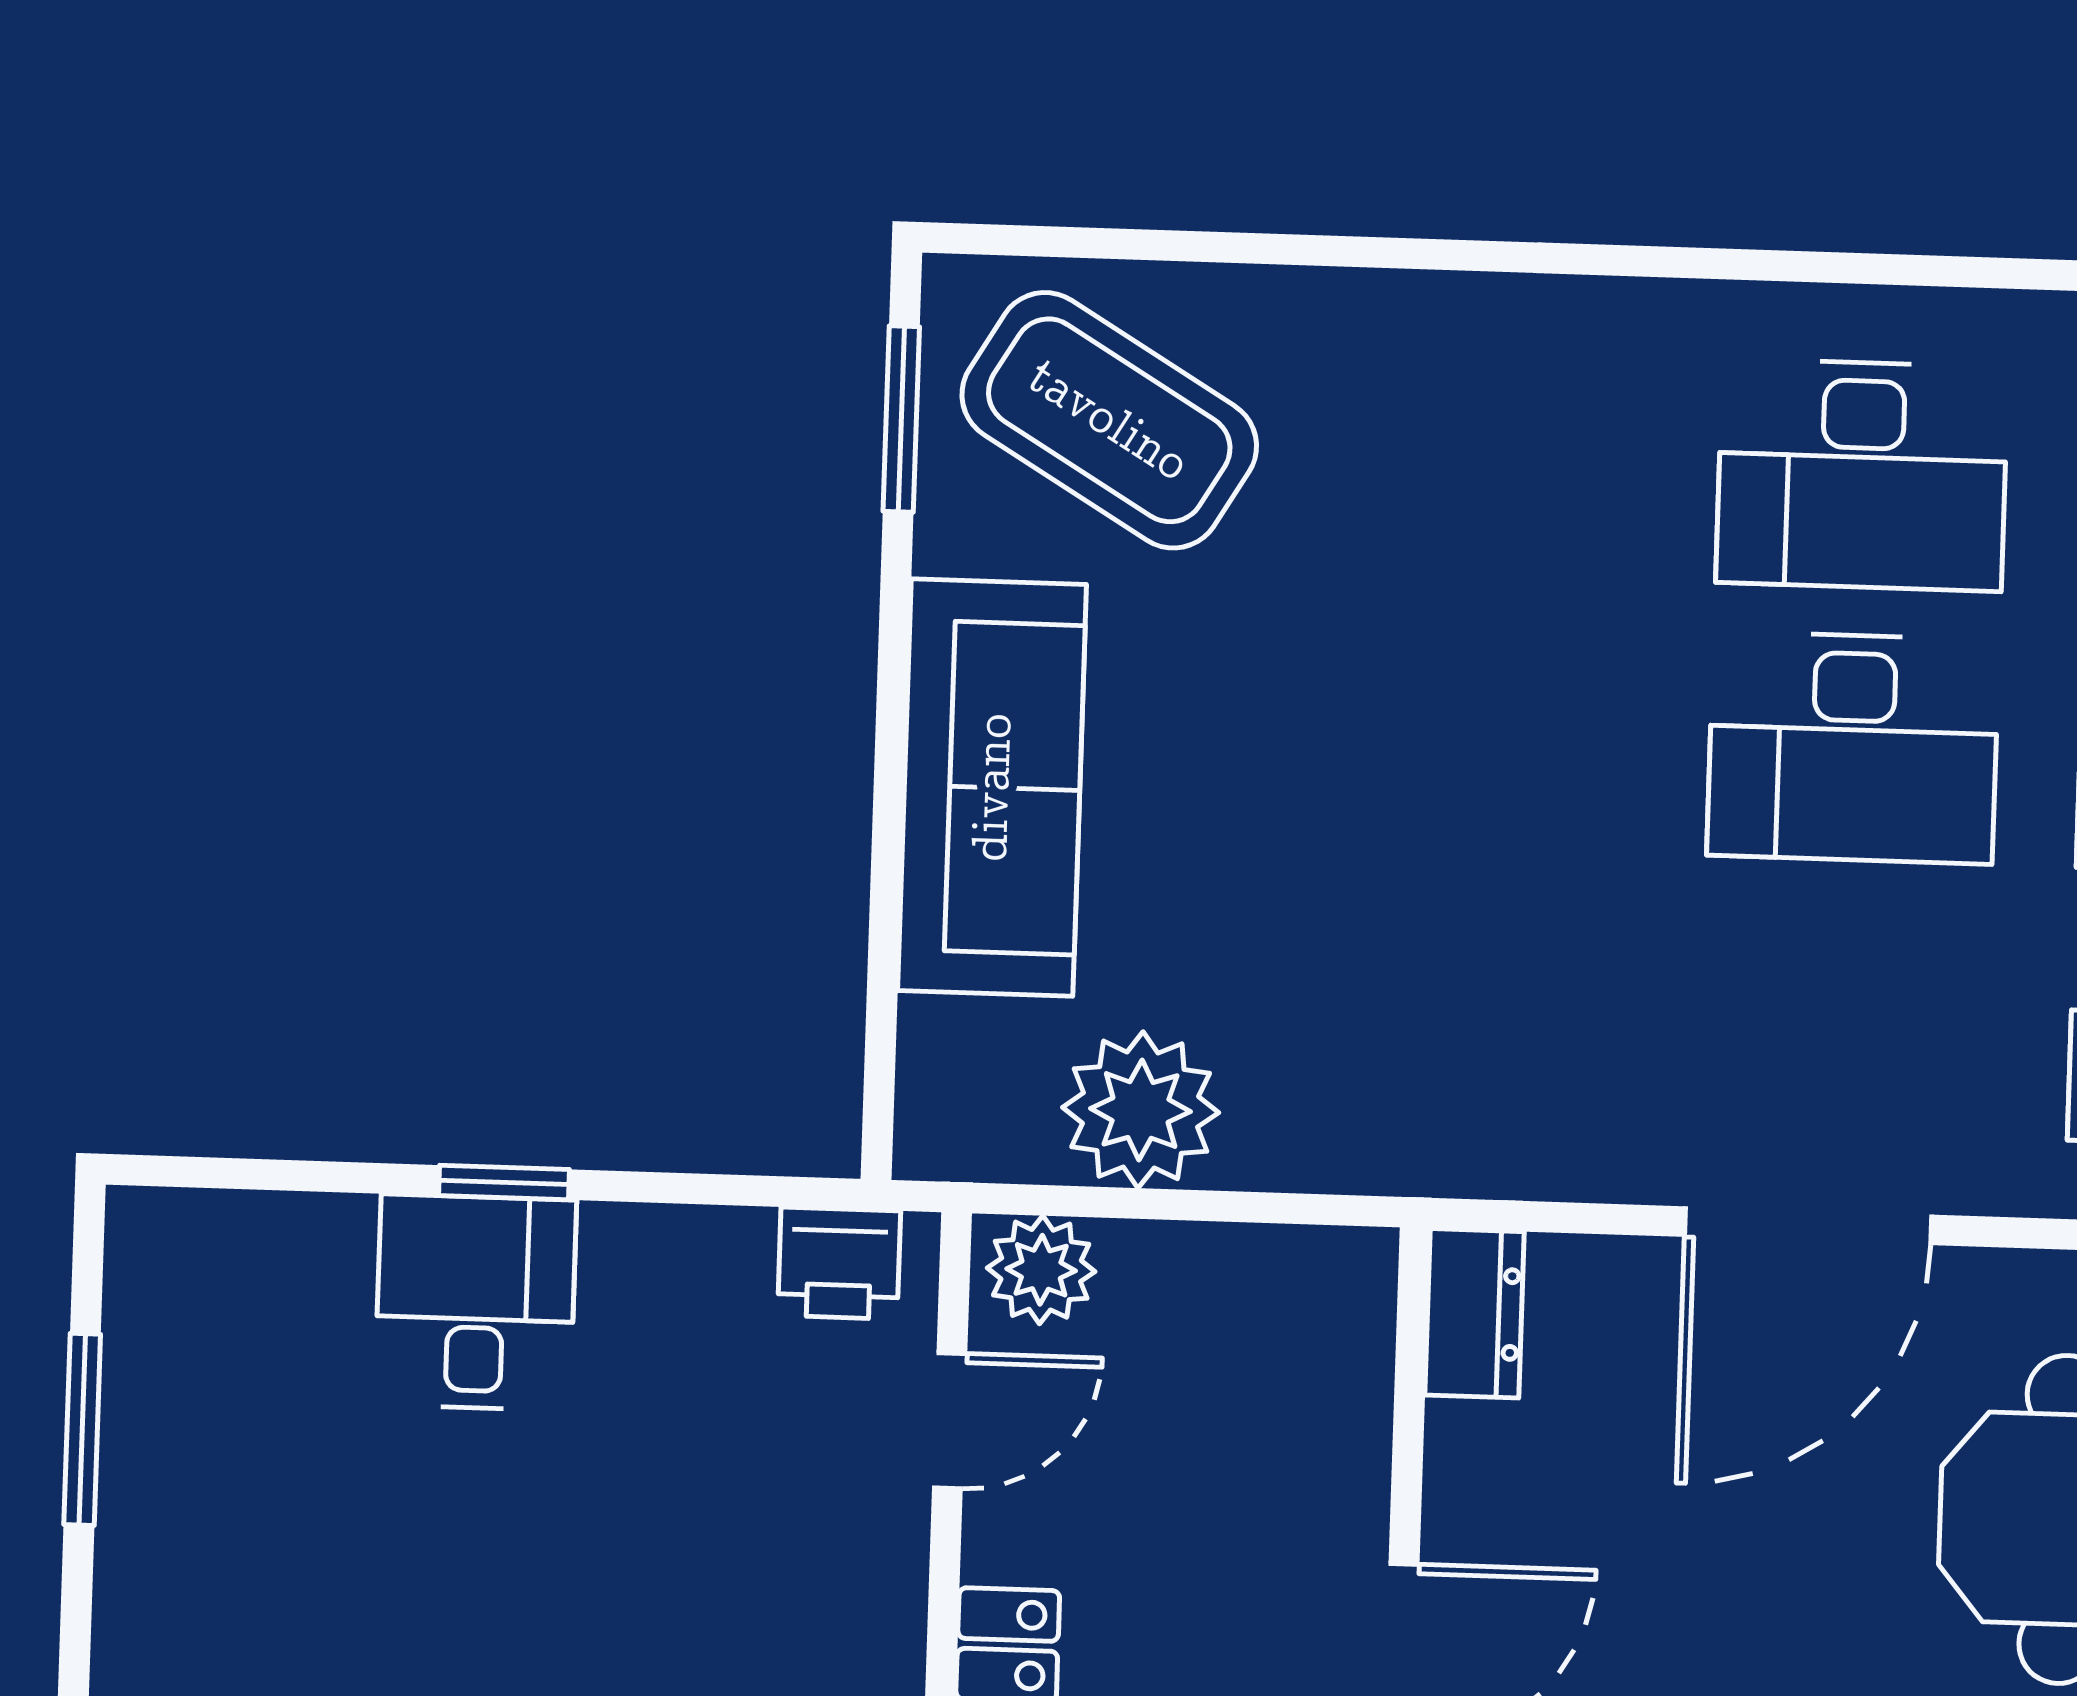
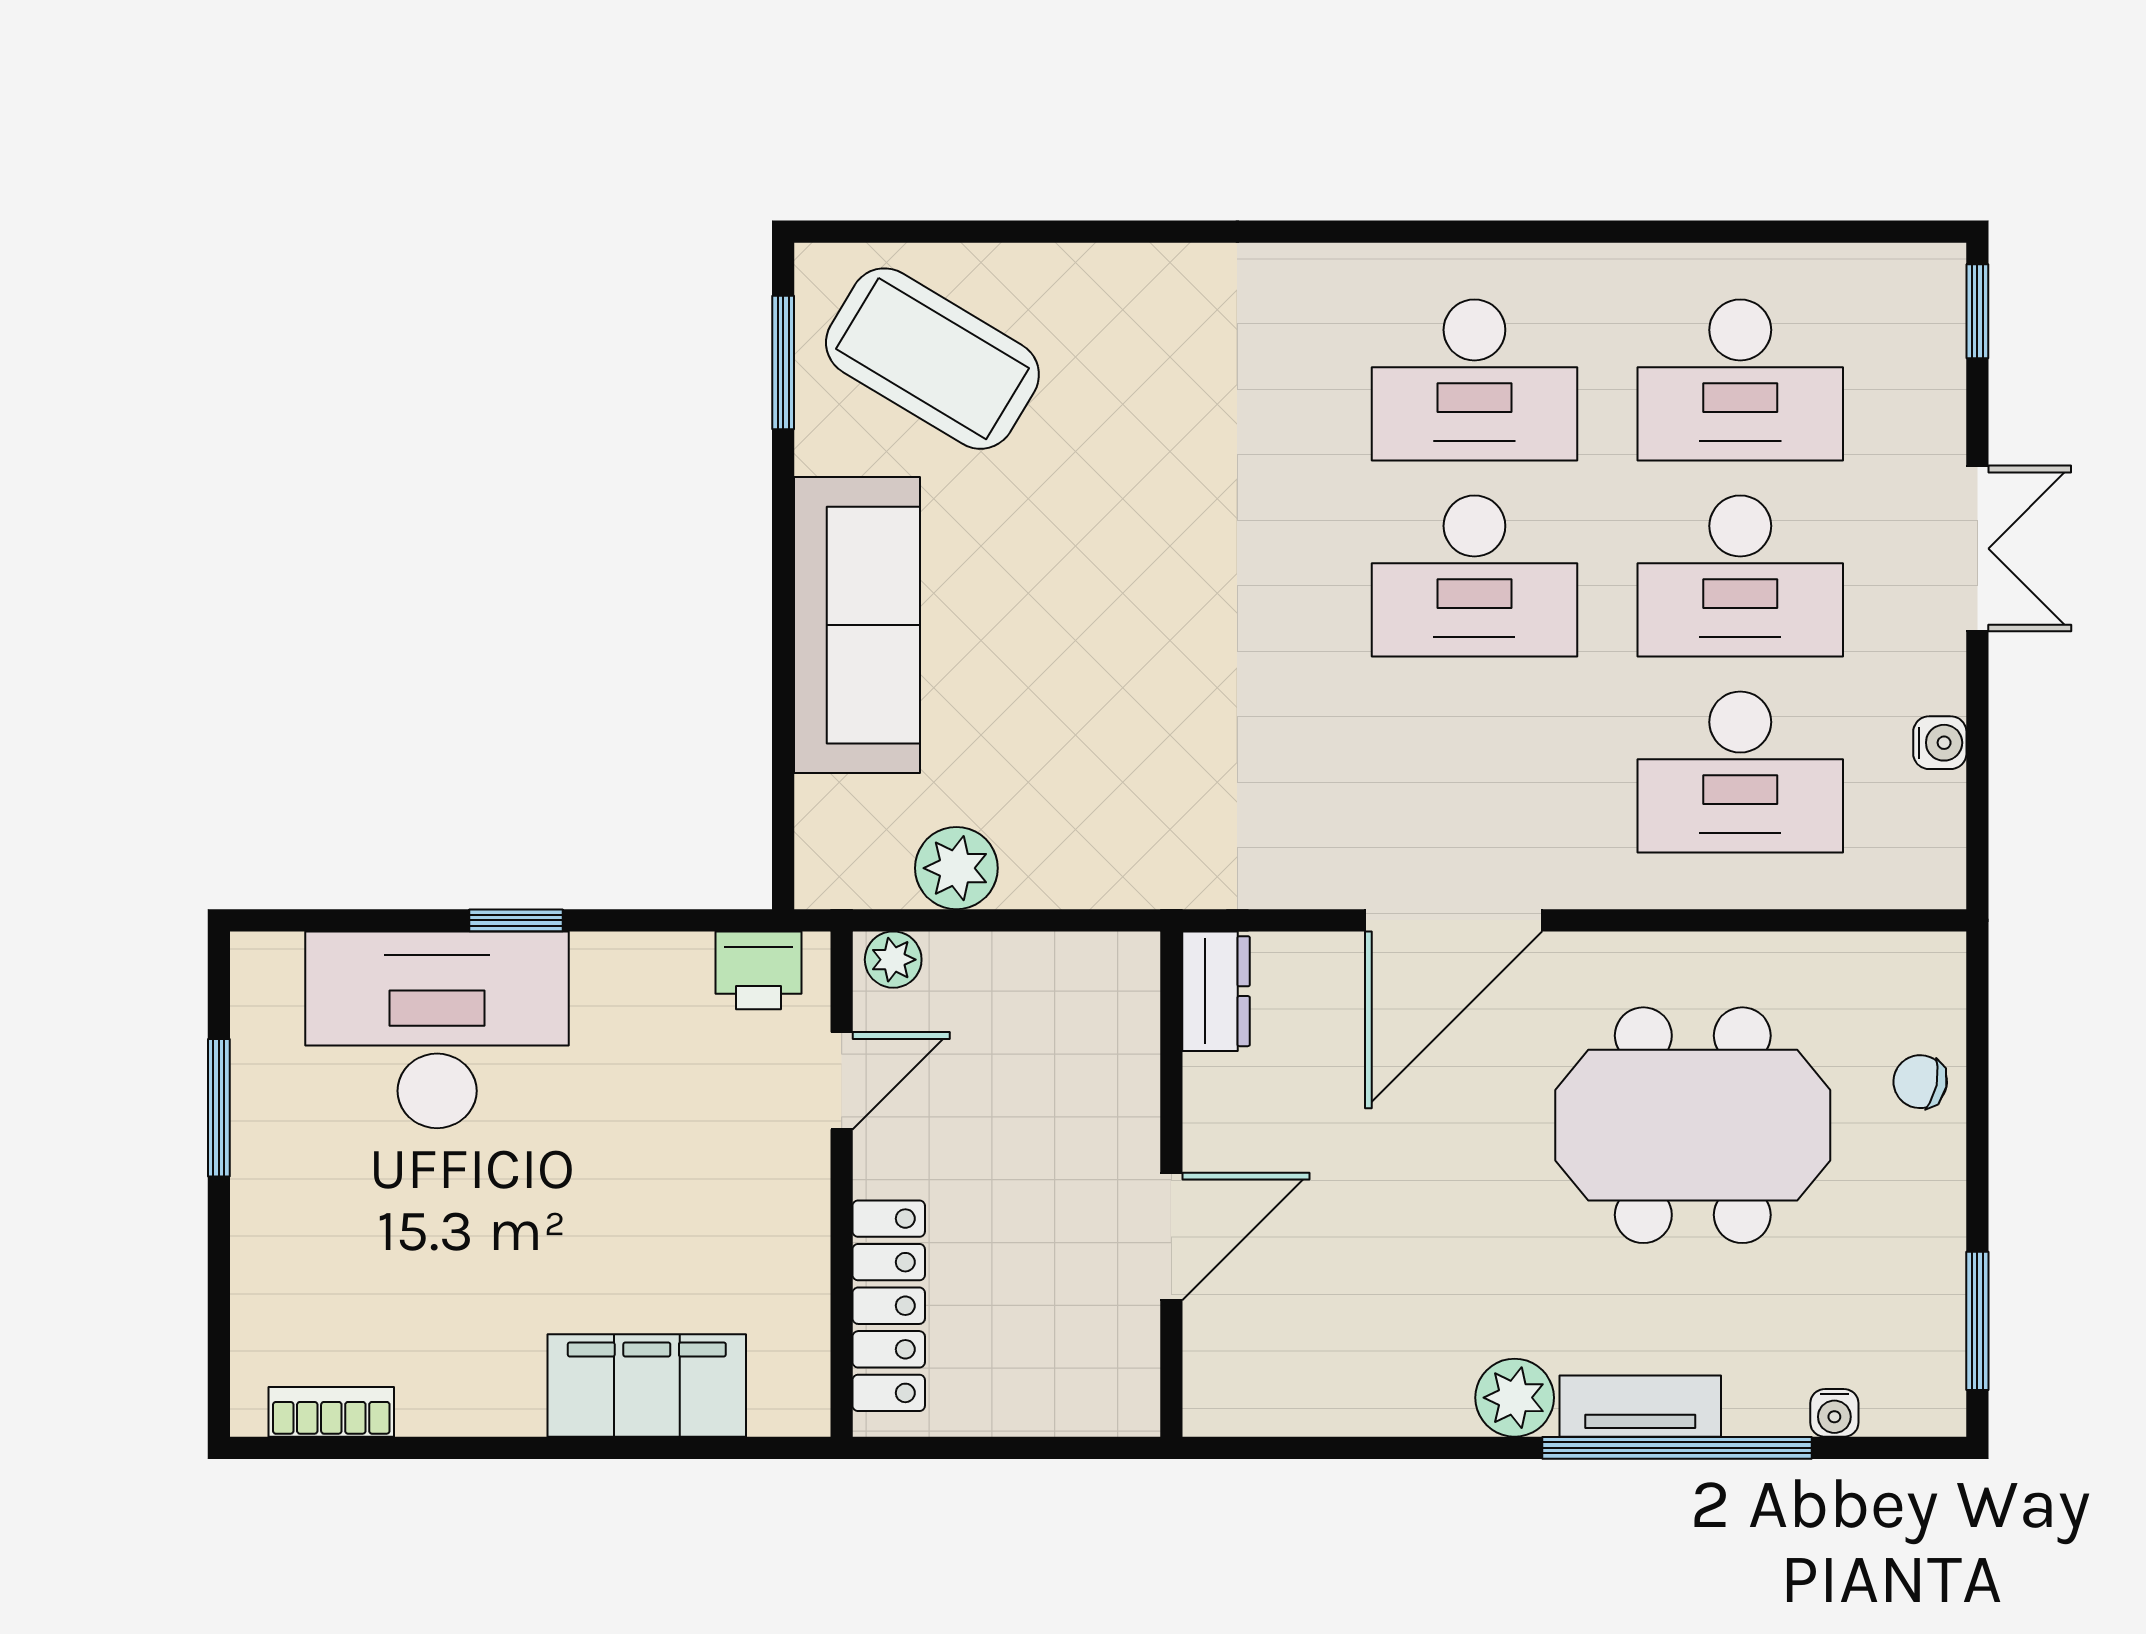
plant: (1141, 1110) -> (956, 868), width x0.73, depth x0.73
plant: (1041, 1270) -> (893, 960), width x0.73, depth x0.73
desk: (476, 1302) -> (437, 1030), width x1.87, depth x1.30

